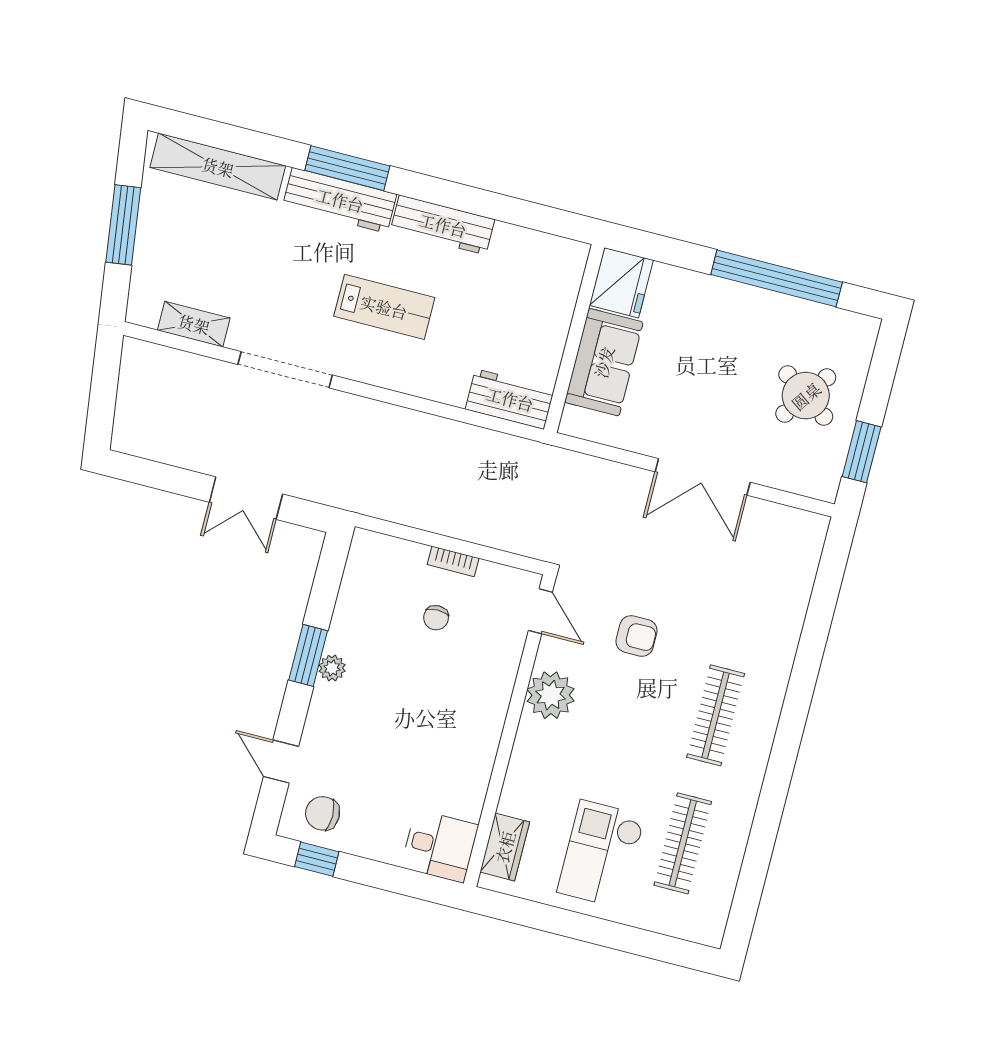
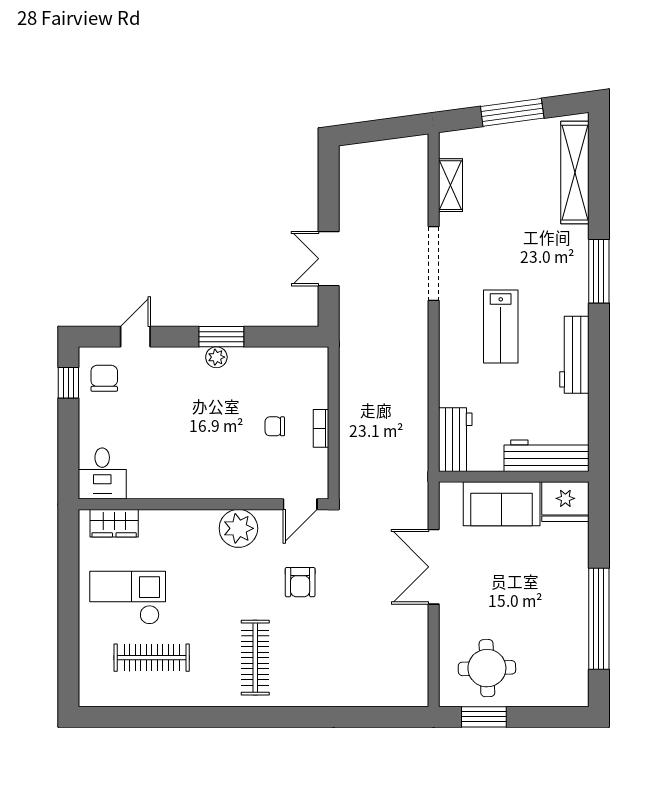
workbench: (340, 200) -> (547, 456), moved, turned 90
round table: (806, 396) -> (487, 668), moved, turned -37
double door: (703, 477) -> (434, 567), moved
clothes rail: (716, 715) -> (255, 658), turned 90

